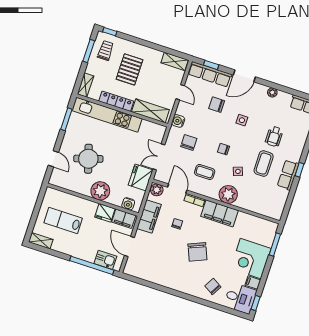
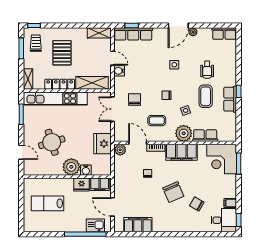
door: (244, 76) -> (178, 25), moved
chair: (217, 105) -> (148, 58), removed
water cooler: (178, 121) -> (119, 71), moved
double door: (159, 157) -> (112, 109), moved
water cooler: (128, 204) -> (86, 170), moved
row of seats: (250, 204) -> (205, 136), added
filing cabinet: (149, 217) -> (138, 225), moved, turned -90
shelving: (41, 241) -> (34, 227), removed
corner desk: (251, 259) -> (222, 159), moved
chair: (213, 286) -> (197, 204), moved

